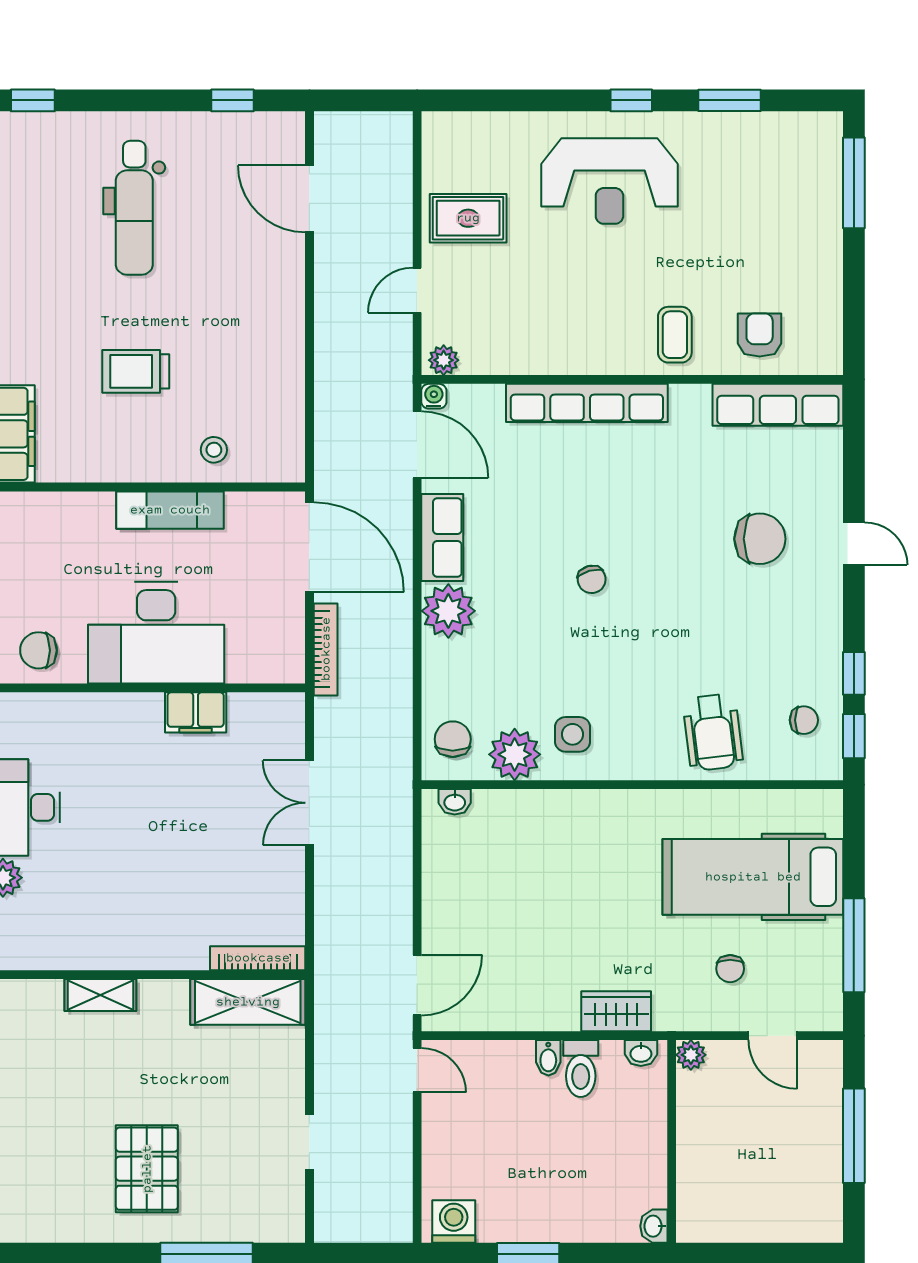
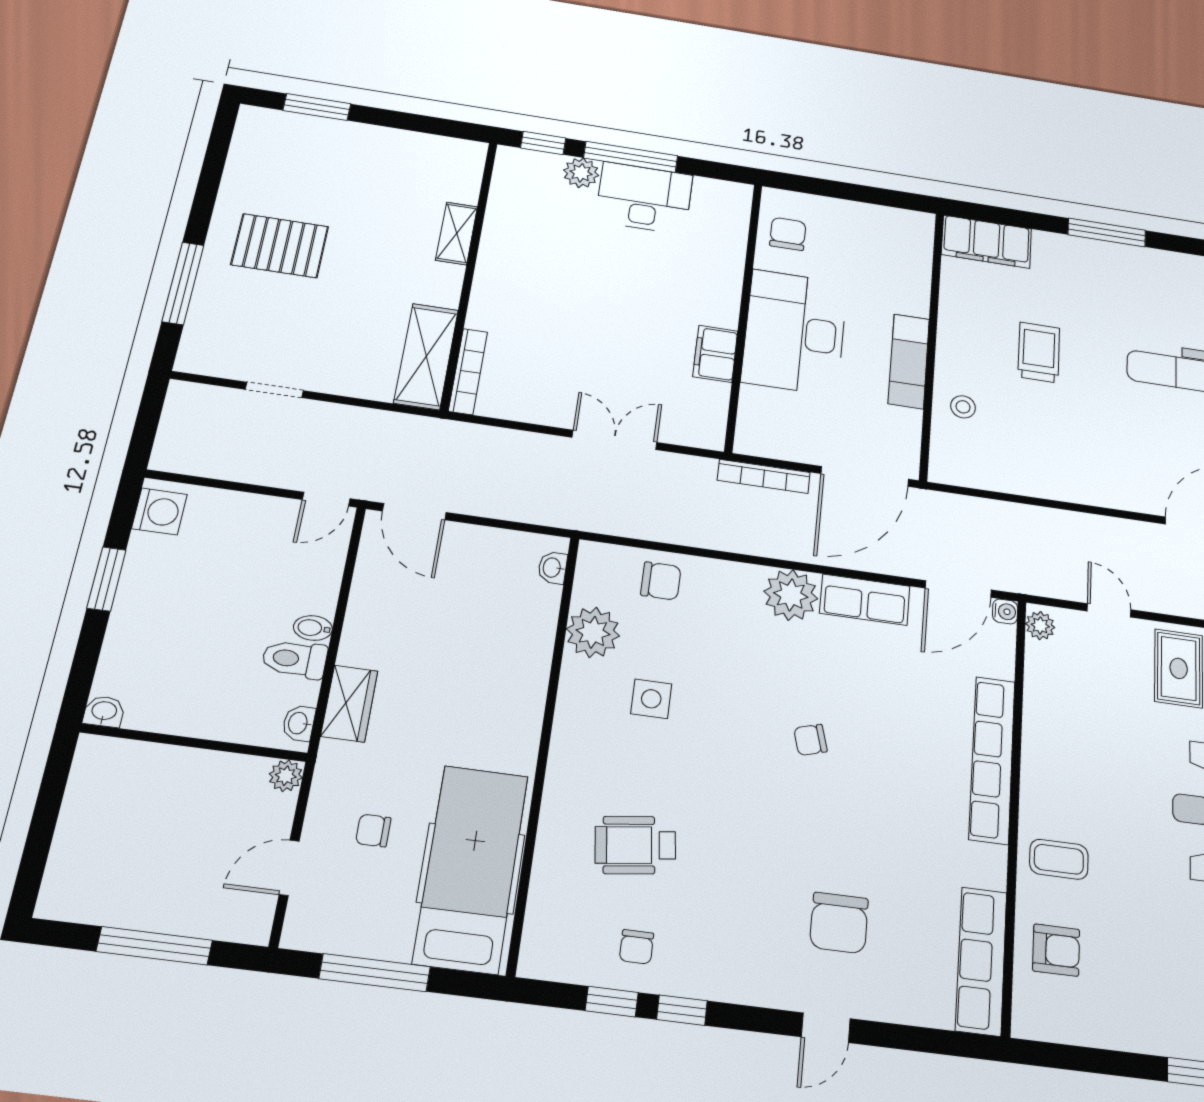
plant: (515, 754) -> (593, 632), moved
wall: (632, 785) -> (544, 747), moved
washbasin: (455, 802) -> (553, 568), moved

